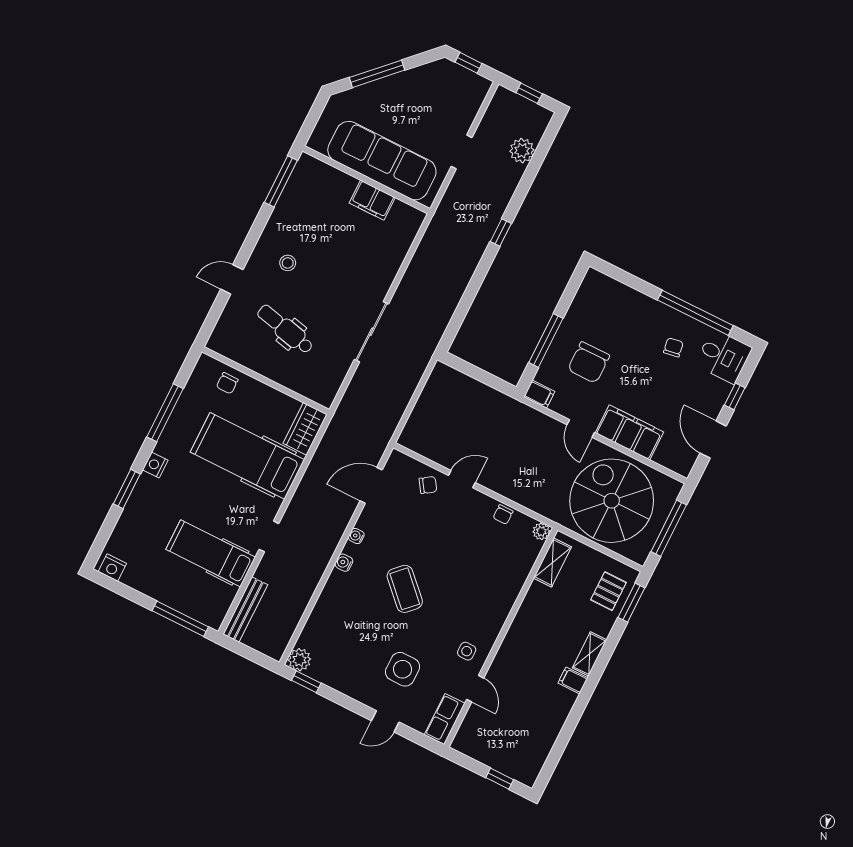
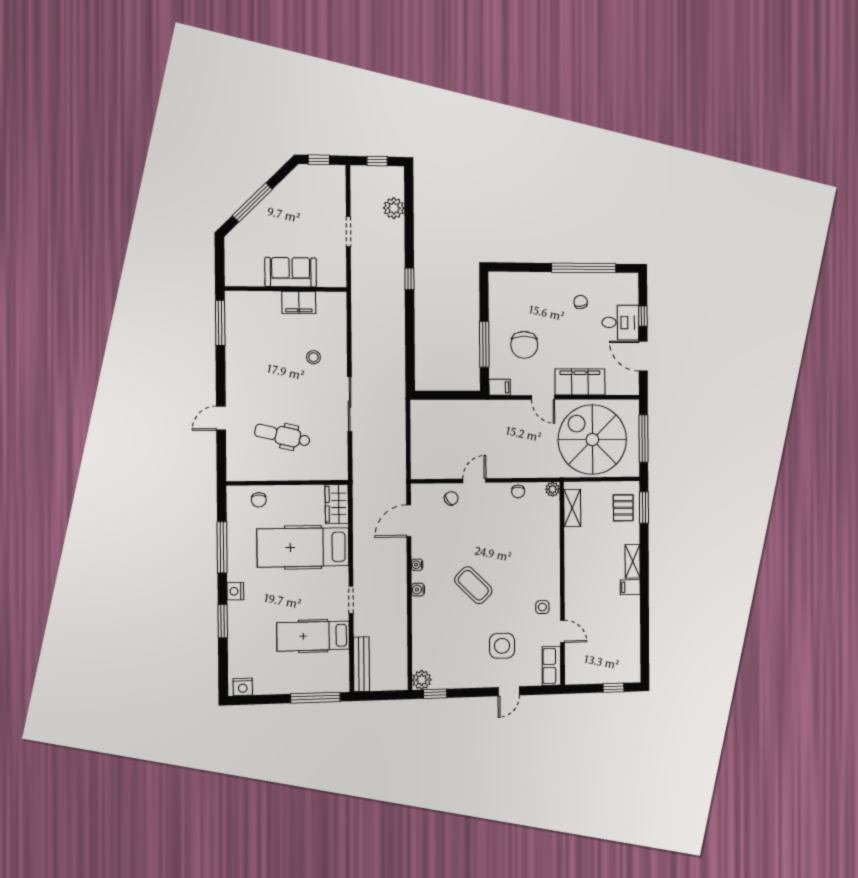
sofa: (382, 161) -> (291, 272), width x0.54, depth x0.79
stool: (288, 263) -> (313, 357), moved
desk: (723, 356) -> (620, 322), moved

